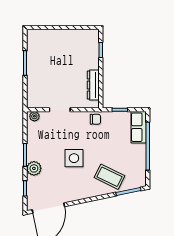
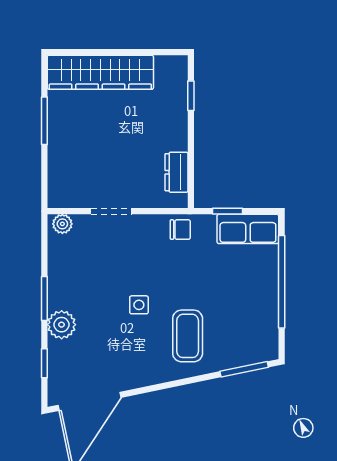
wardrobe: (54, 38) -> (100, 72), added
dresser: (93, 85) -> (176, 172), width x0.70
row of seats: (139, 127) -> (248, 229), moved, turned -90
side table: (74, 158) -> (139, 305), width x0.54, depth x0.54
coffee table: (109, 177) -> (188, 336), moved, turned 64

